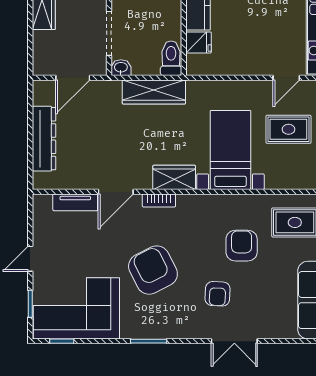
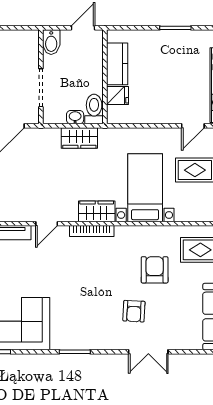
washbasin: (121, 68) -> (75, 117), moved
wardrobe: (154, 92) -> (79, 138), width x0.67
door: (116, 192) -> (47, 224), width x0.73
bookcase: (159, 200) -> (92, 231), width x1.56
armchair: (153, 270) -> (78, 291), removed

